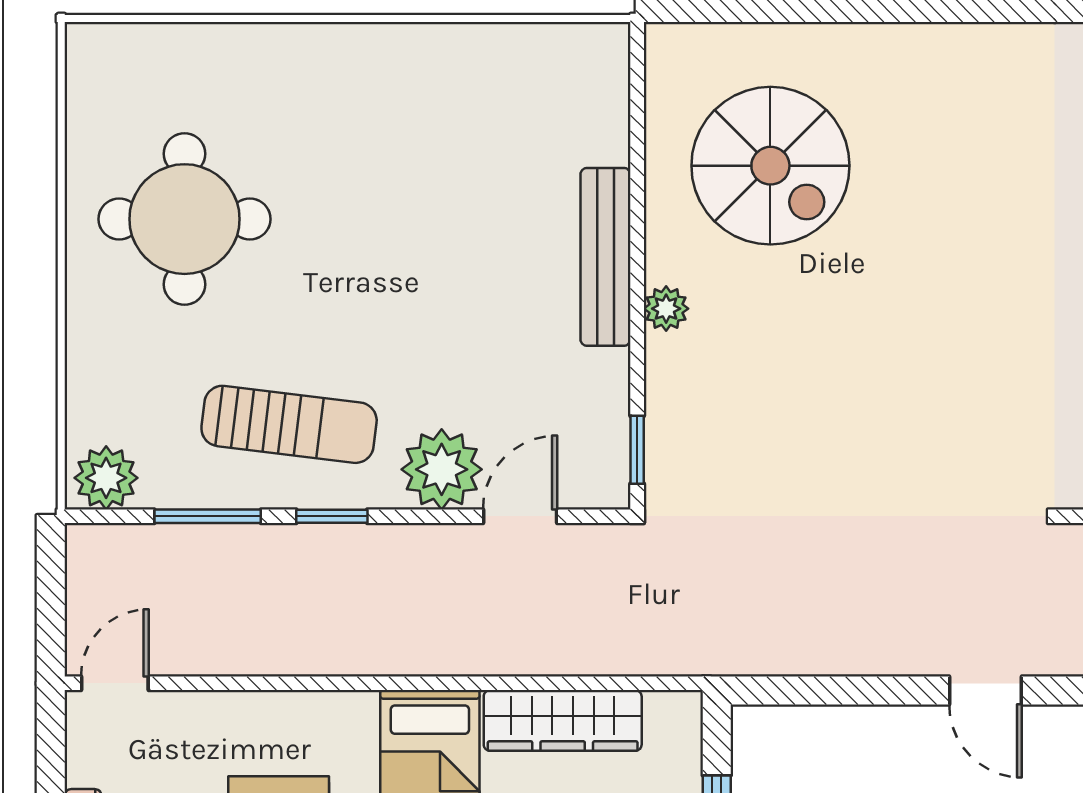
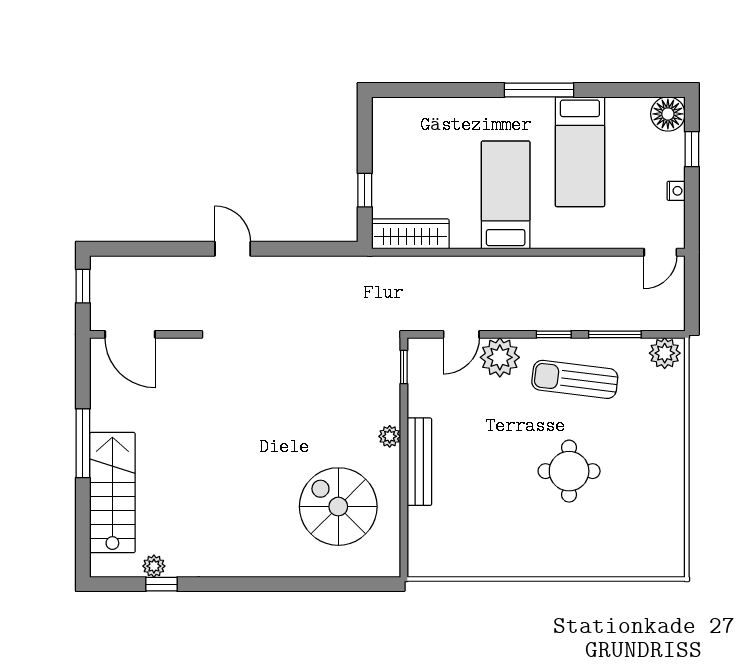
round table: (184, 219) -> (569, 471), moved, width x0.73, depth x0.73
wardrobe: (563, 720) -> (410, 234), moved

